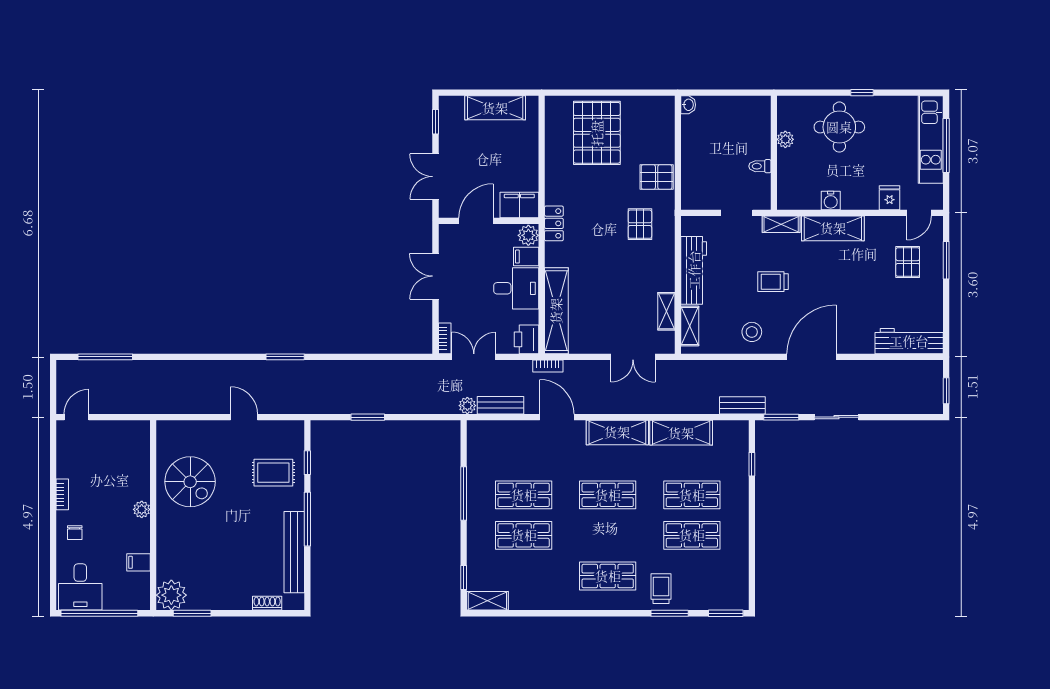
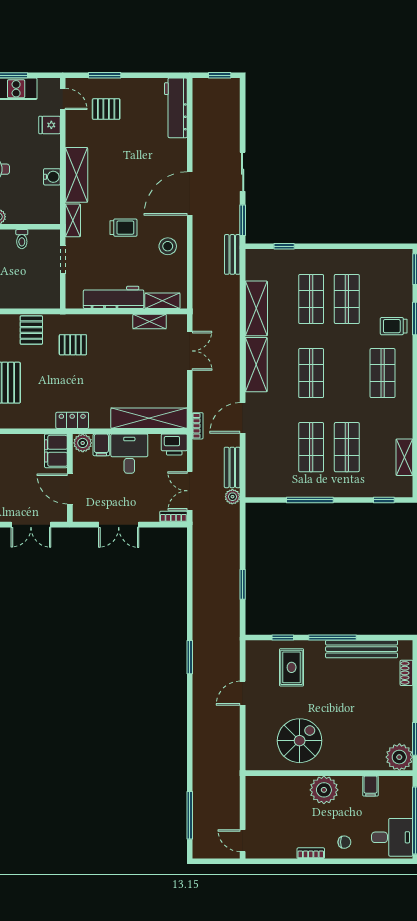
trolley: (773, 282) -> (123, 228), turned -90
door: (812, 357) -> (190, 194), hinge flipped
plant: (142, 509) -> (324, 790), width x1.87, depth x1.87
shelving: (487, 601) -> (404, 457), moved

